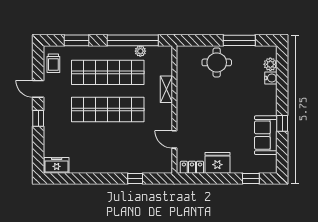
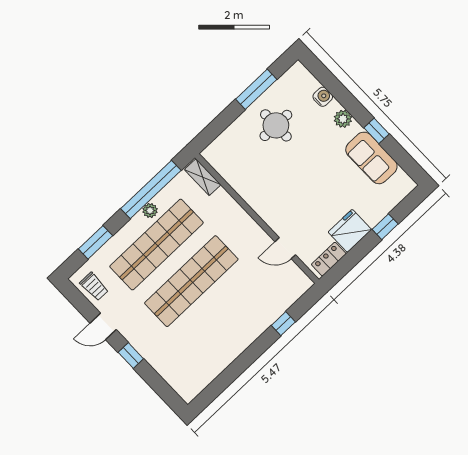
plant: (140, 51) -> (150, 210), moved
round table: (217, 62) -> (276, 125), moved
plant: (270, 64) -> (343, 119), moved
shelving: (166, 89) -> (203, 177), moved
freezer: (57, 165) -> (193, 384), removed
window: (251, 179) -> (385, 227), moved

